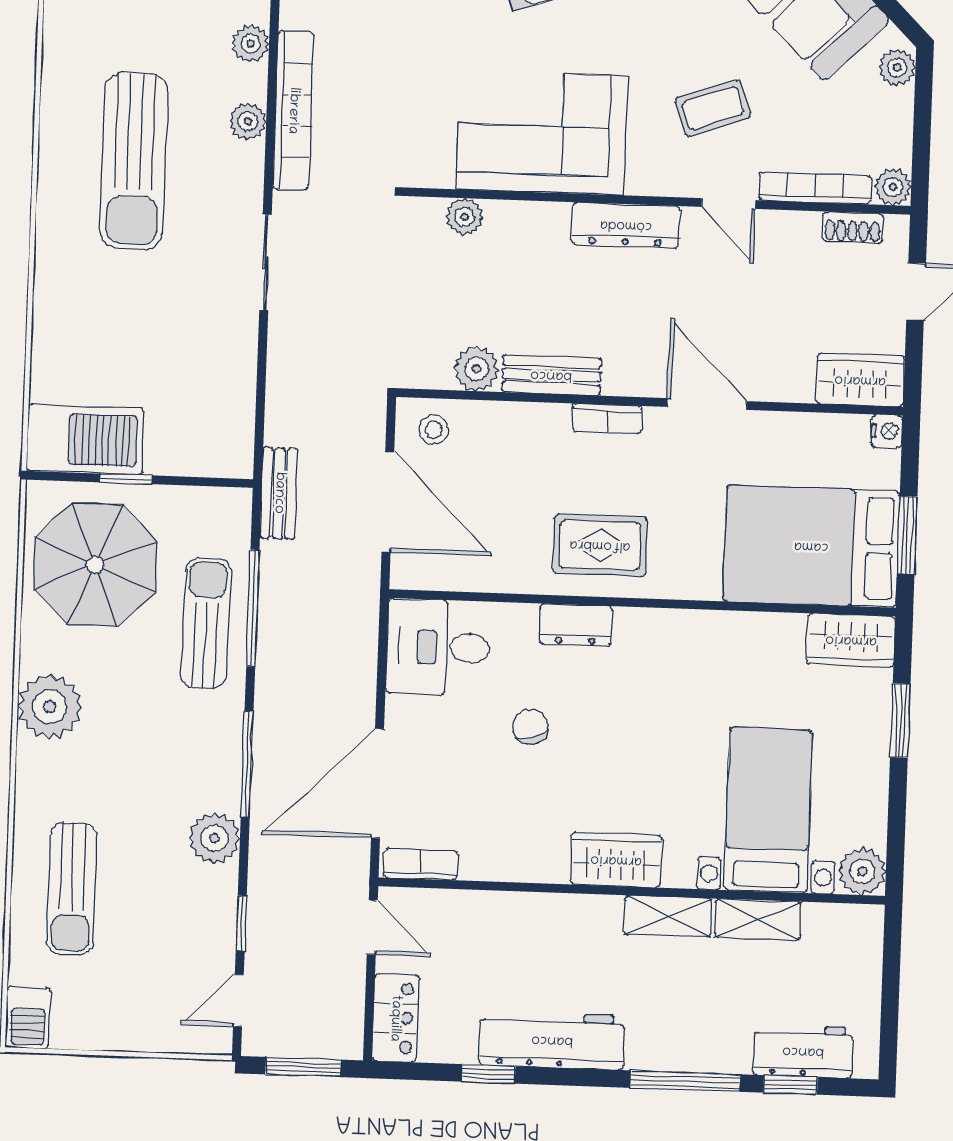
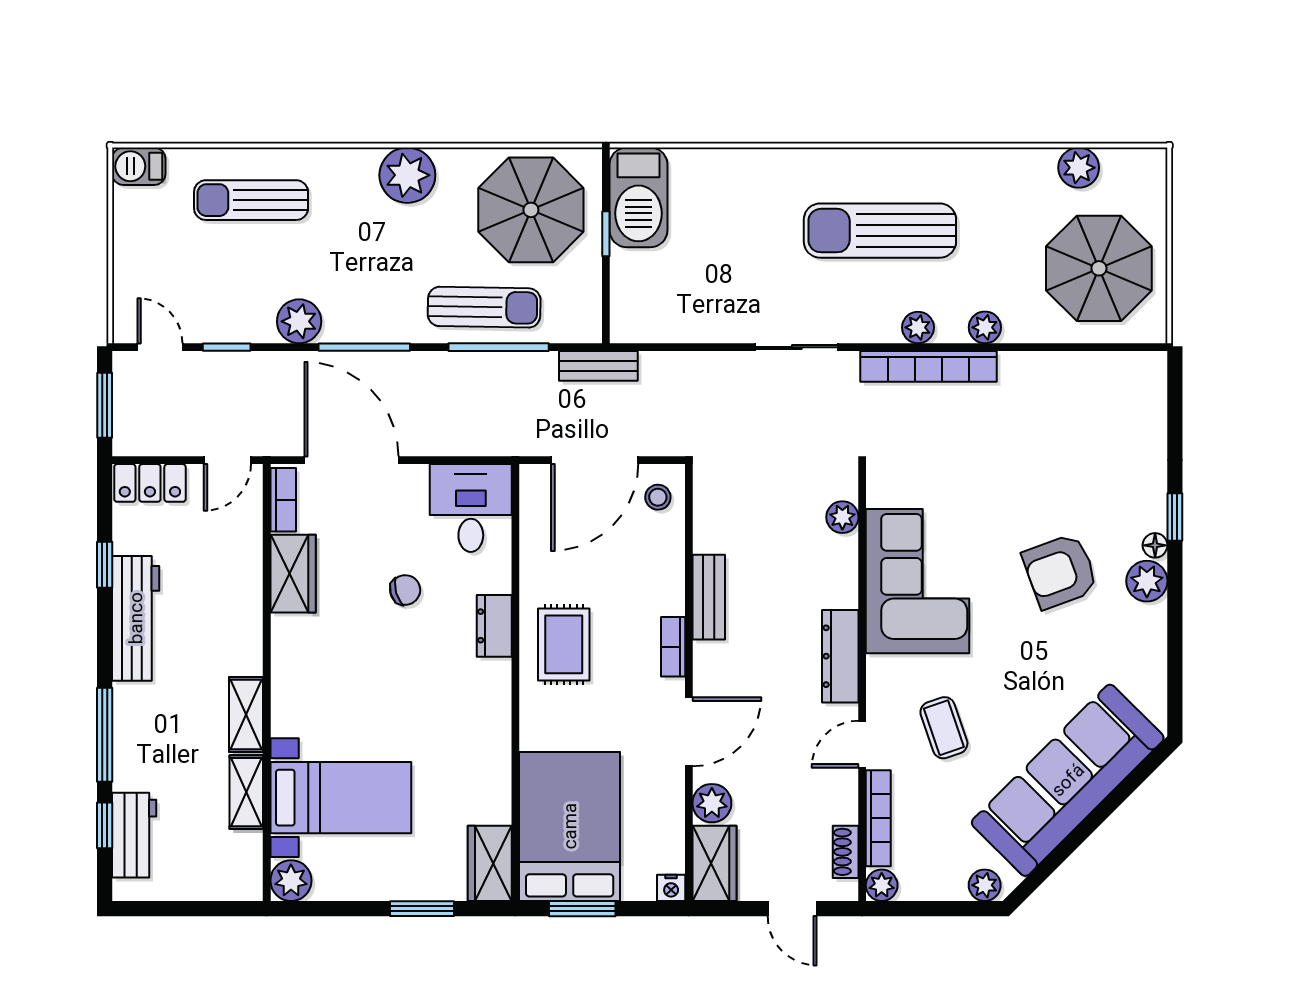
plant: (476, 369) -> (712, 803), moved
wardrobe: (616, 860) -> (293, 574), moved

